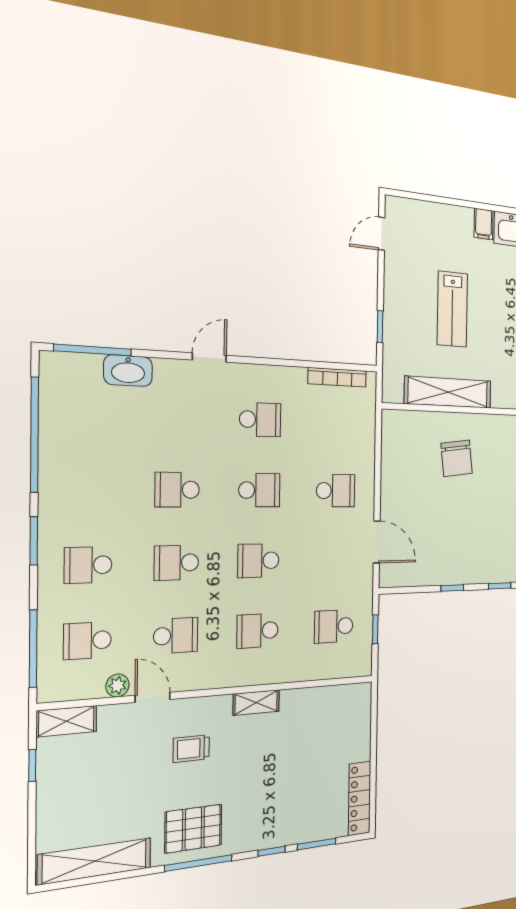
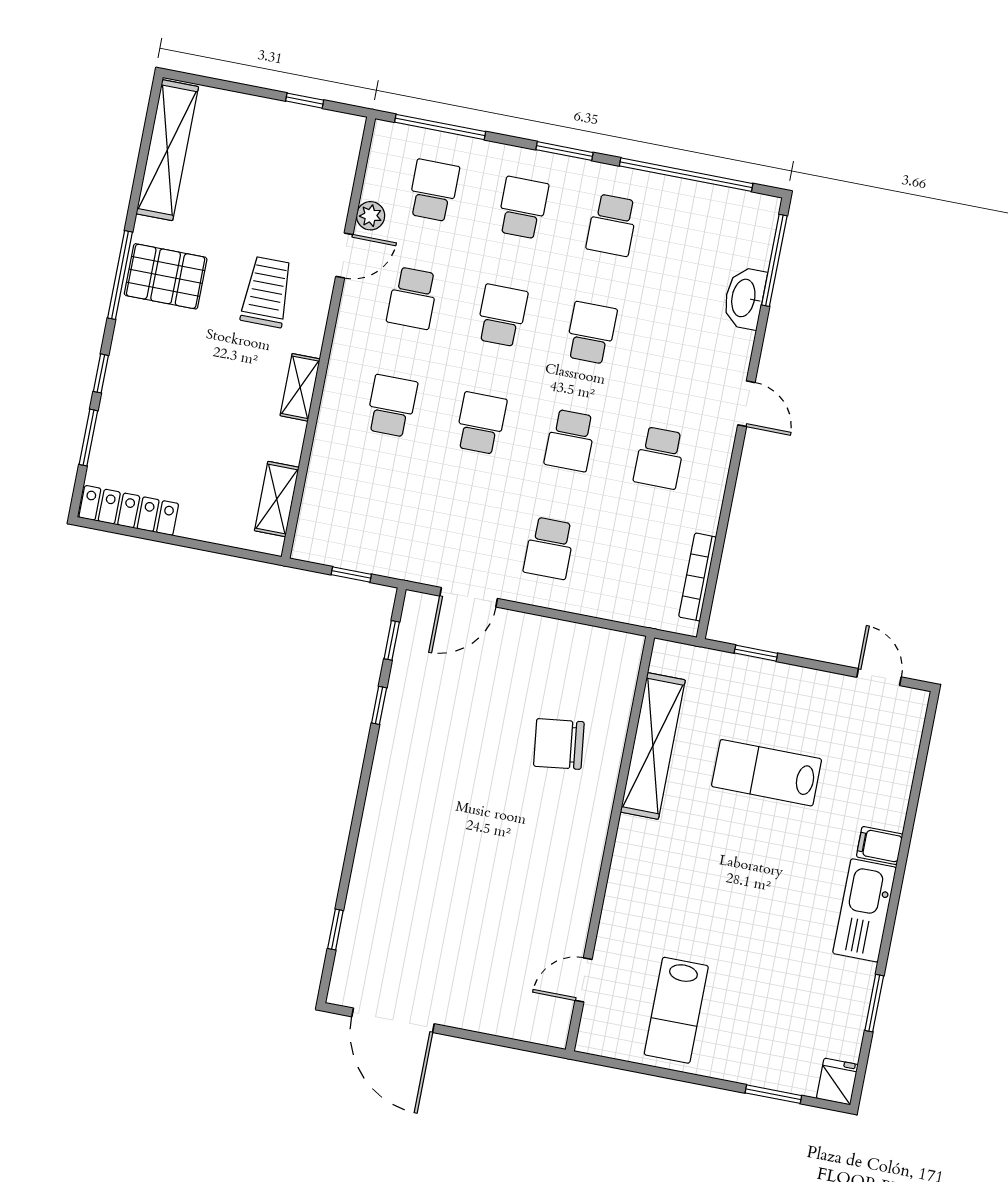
window: (500, 586) -> (392, 640), moved
school desk: (334, 626) -> (612, 225), moved, turned 180
shelving: (66, 721) -> (277, 499), moved
trolley: (191, 749) -> (267, 292), width x1.36, depth x1.39
pallet: (193, 829) -> (166, 276), turned 90

